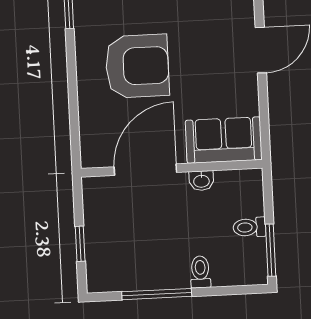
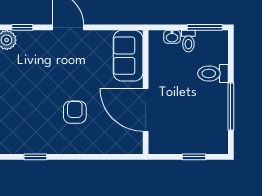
armchair: (137, 66) -> (75, 112), width x0.53, depth x0.53
washbasin: (201, 181) -> (172, 37), moved, turned 90
toilet: (200, 272) -> (213, 73), width x1.37, depth x1.39

